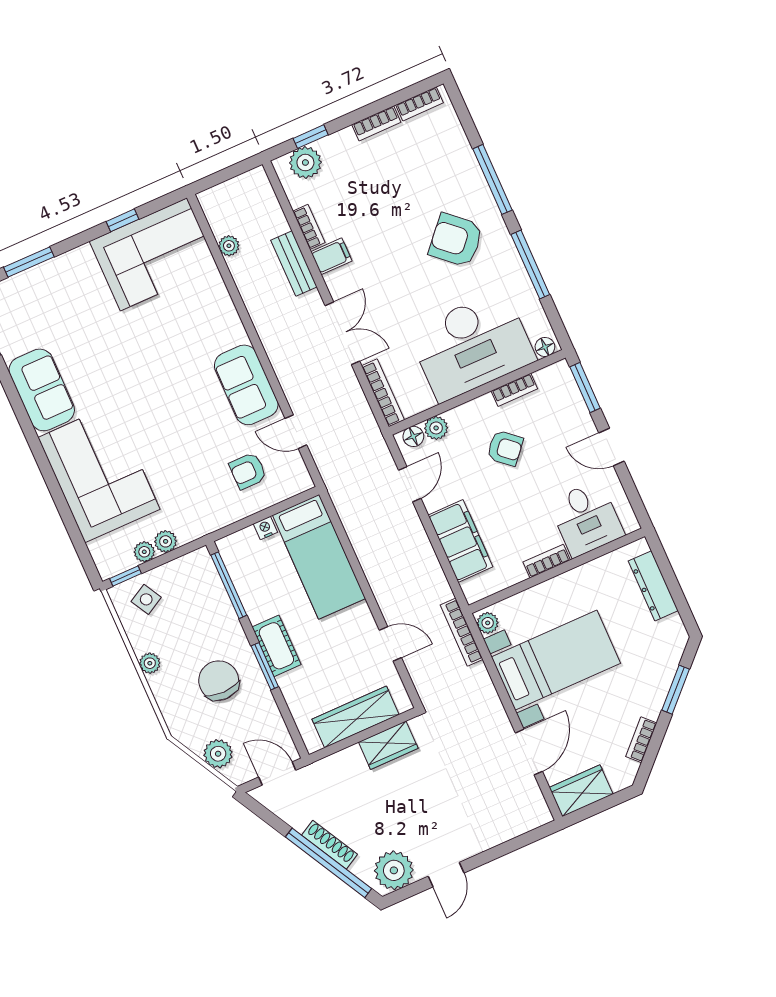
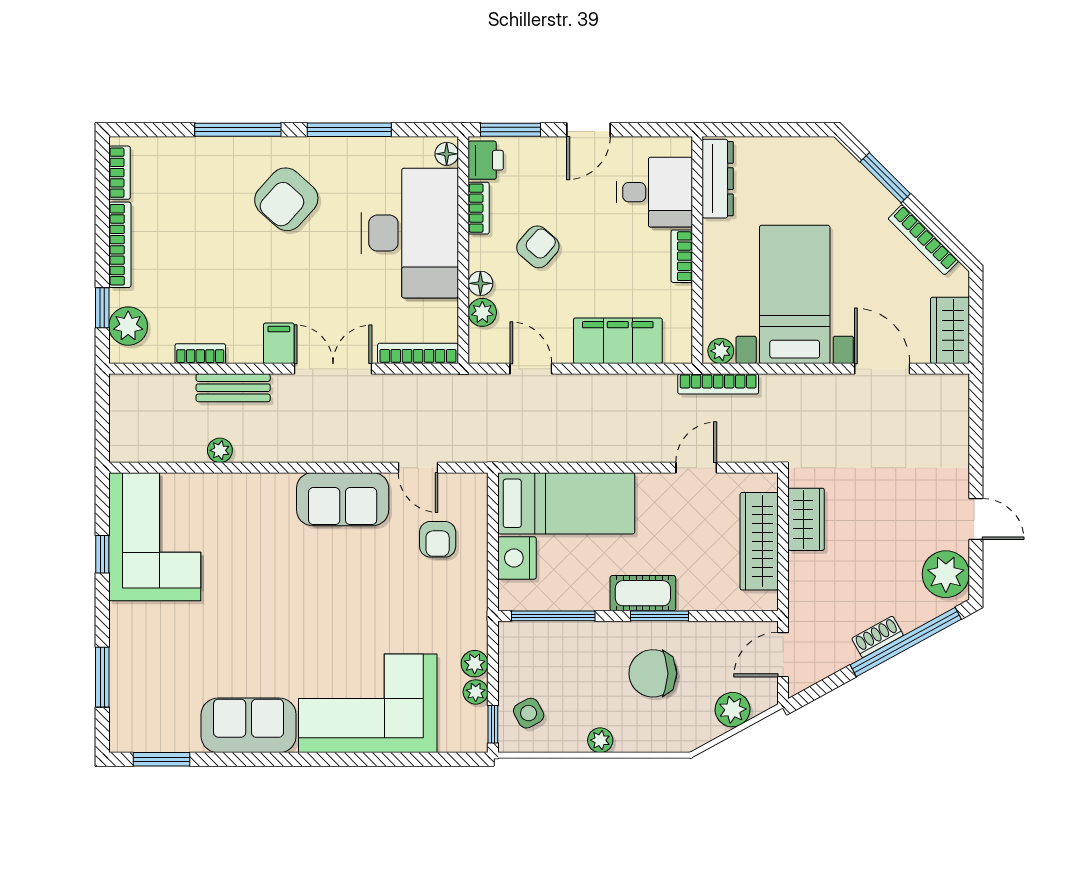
bookcase: (376, 123) -> (120, 245), width x1.56
plant: (229, 246) -> (220, 450), moved
filing cabinet: (331, 256) -> (279, 343), moved
printer: (553, 379) -> (486, 160), added
door: (296, 432) -> (418, 468), hinge flipped
floor lamp: (413, 436) -> (480, 283), moved
nightstand: (265, 528) -> (517, 558), width x1.89, depth x1.79
dresser: (653, 586) -> (718, 179), moved, turned -90
bookcase: (641, 740) -> (923, 240), width x1.56
shoe rack: (329, 845) -> (878, 637), width x0.70

